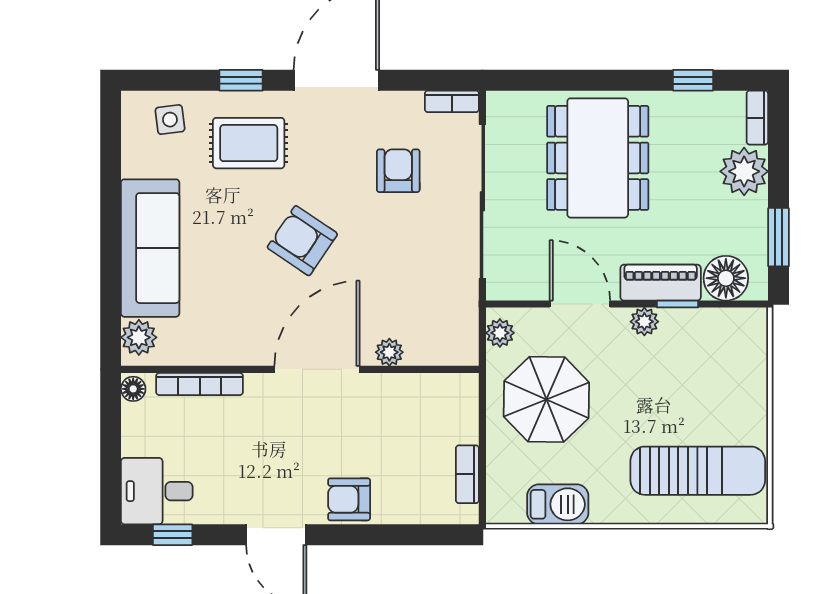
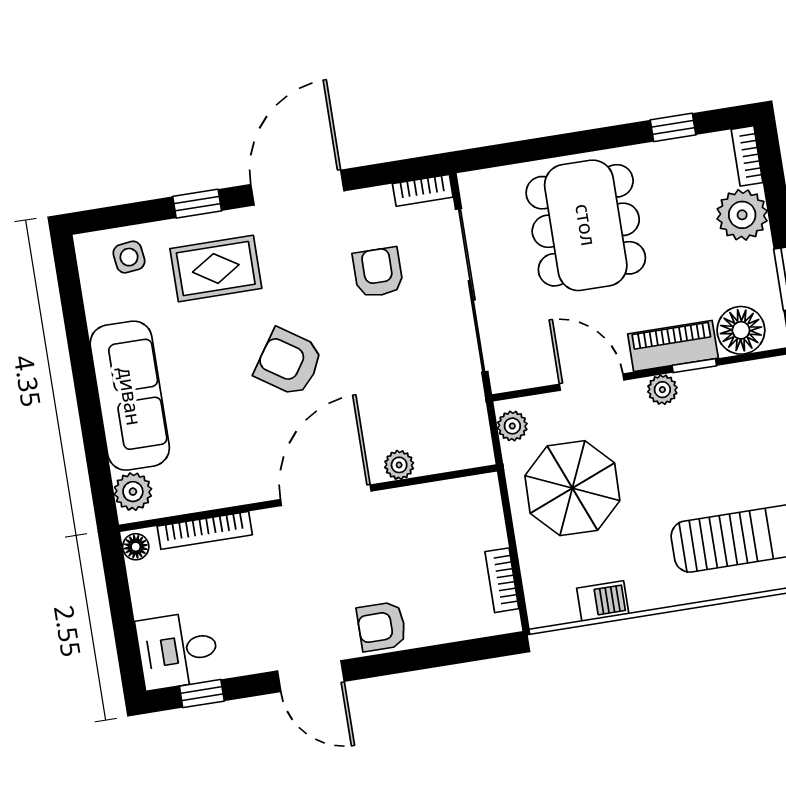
barbecue: (558, 504) -> (603, 601), width x0.73, depth x0.79

